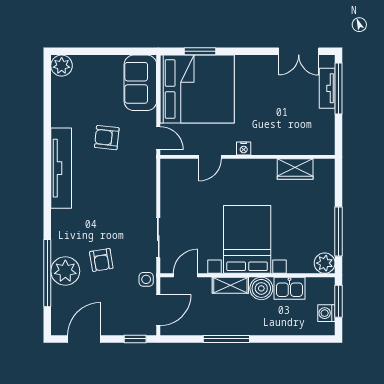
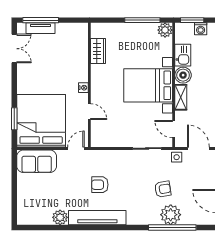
plant: (62, 66) -> (60, 217), moved
armchair: (107, 138) -> (100, 185), moved, turned 84

